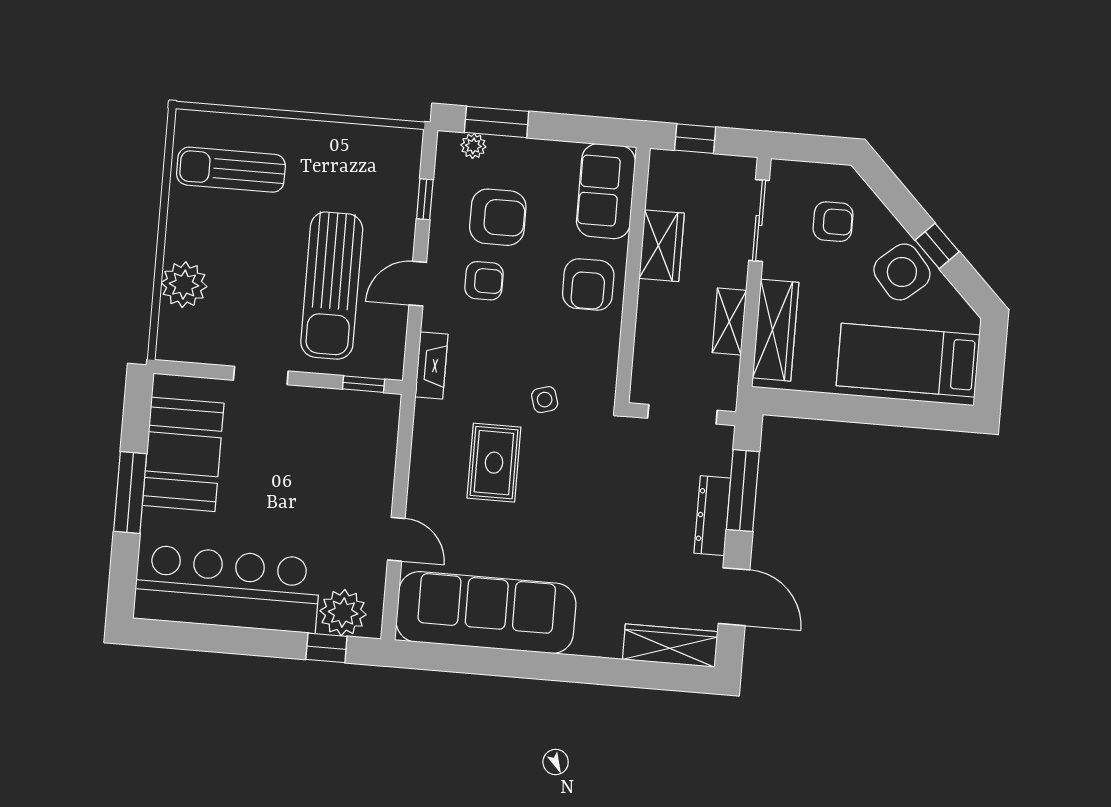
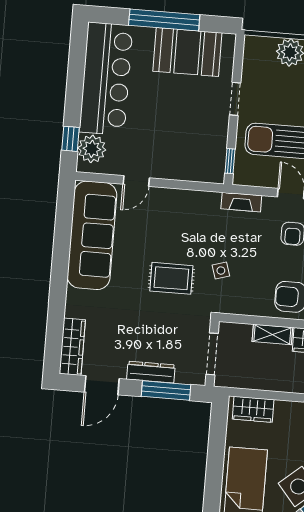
shelving: (729, 322) -> (272, 334), moved
wardrobe: (776, 330) -> (253, 409), width x0.67
rug: (494, 463) -> (171, 278), moved
window: (130, 492) -> (164, 20), width x1.46

